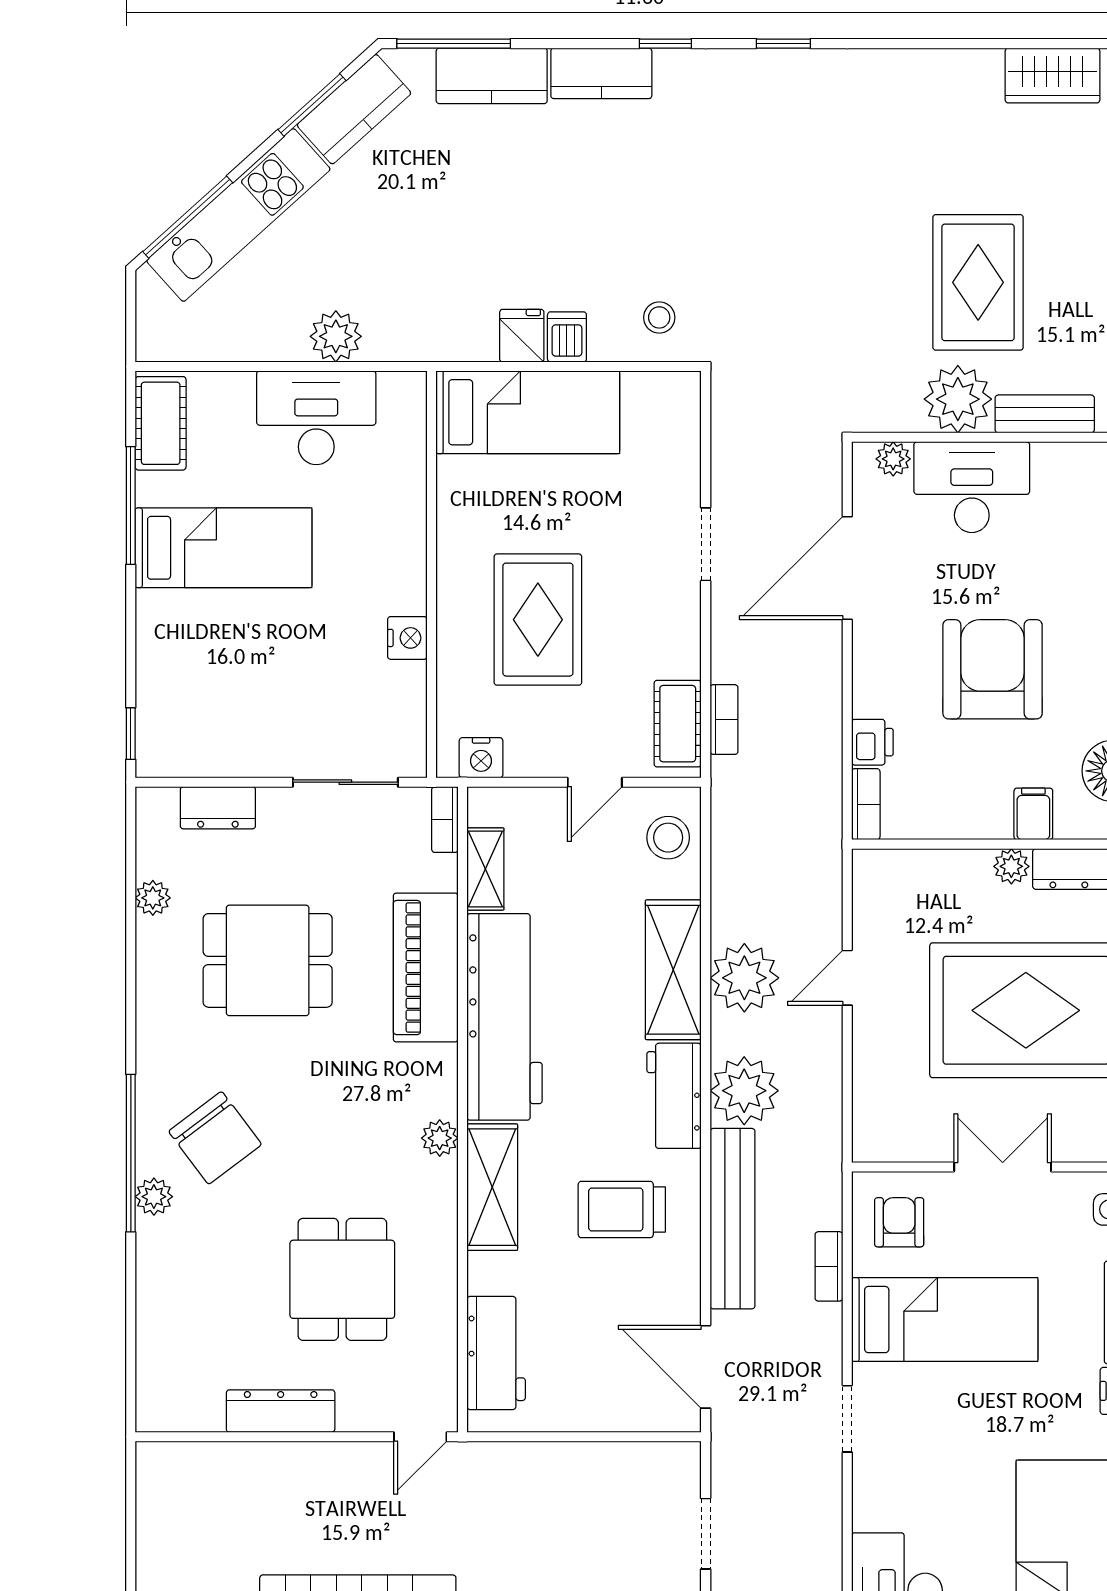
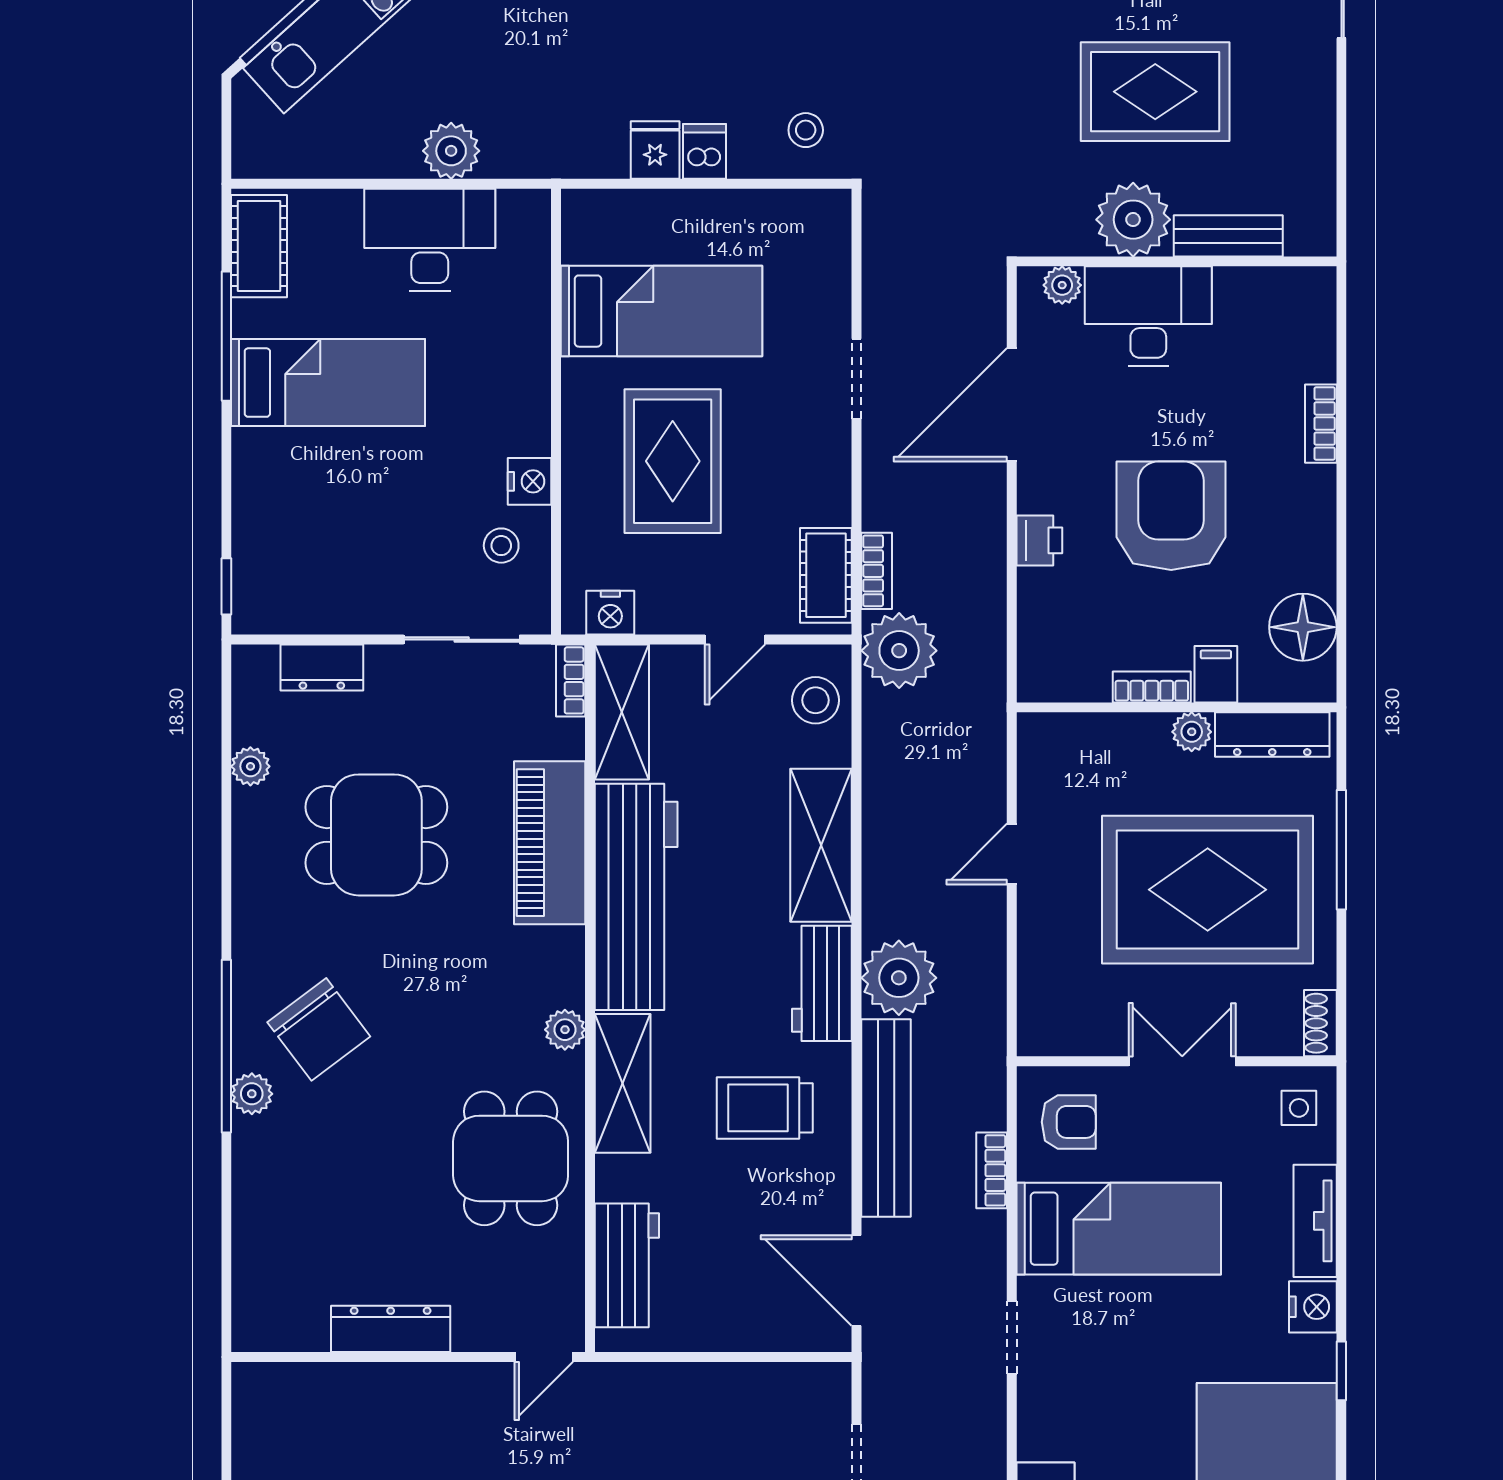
rug: (978, 282) -> (1155, 92), turned 90
bed: (528, 412) -> (662, 311), moved
stool: (381, 696) -> (501, 546), added
printer: (872, 742) -> (1039, 540), moved
bookcase: (866, 804) -> (1152, 687), moved, turned -90
shelving: (485, 869) -> (622, 712), width x1.50, depth x1.33
plant: (744, 978) -> (899, 651), moved
armchair: (899, 1222) -> (1069, 1122), turned 90
dining table: (342, 1279) -> (511, 1158), moved

